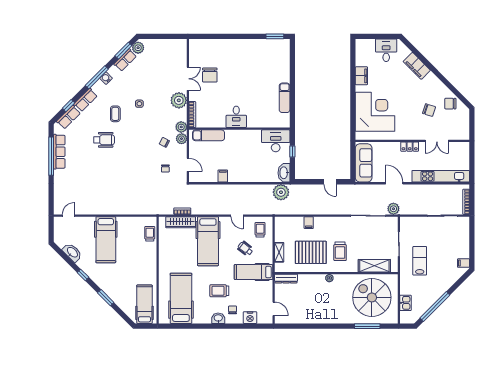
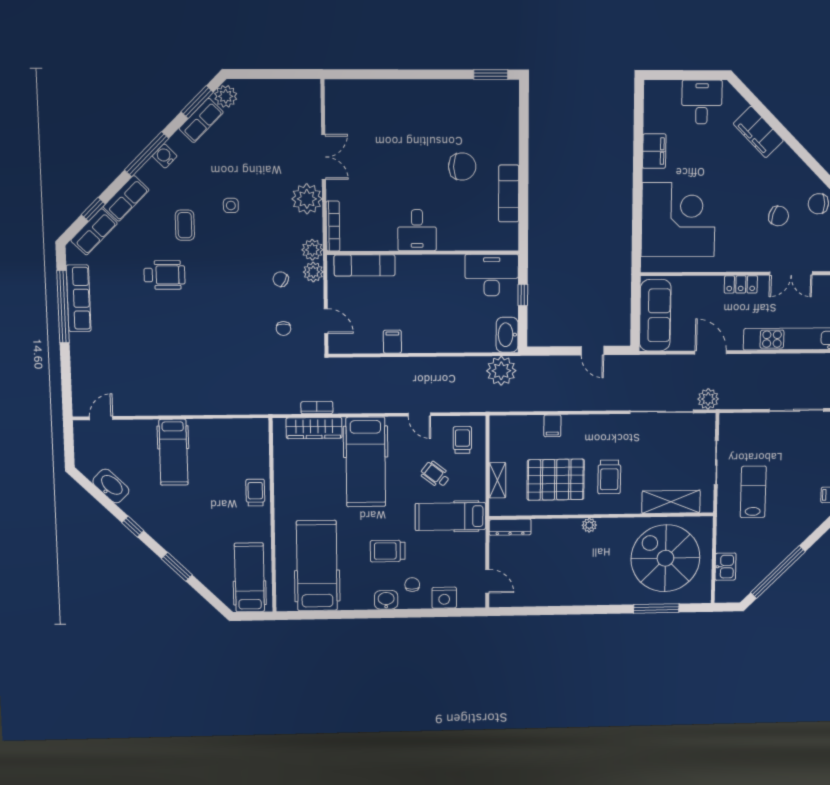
chair: (210, 75) -> (462, 167), moved, turned -90
trolley: (150, 234) -> (255, 493), moved
hospital bed: (106, 240) -> (173, 452), width x0.73, depth x0.78

